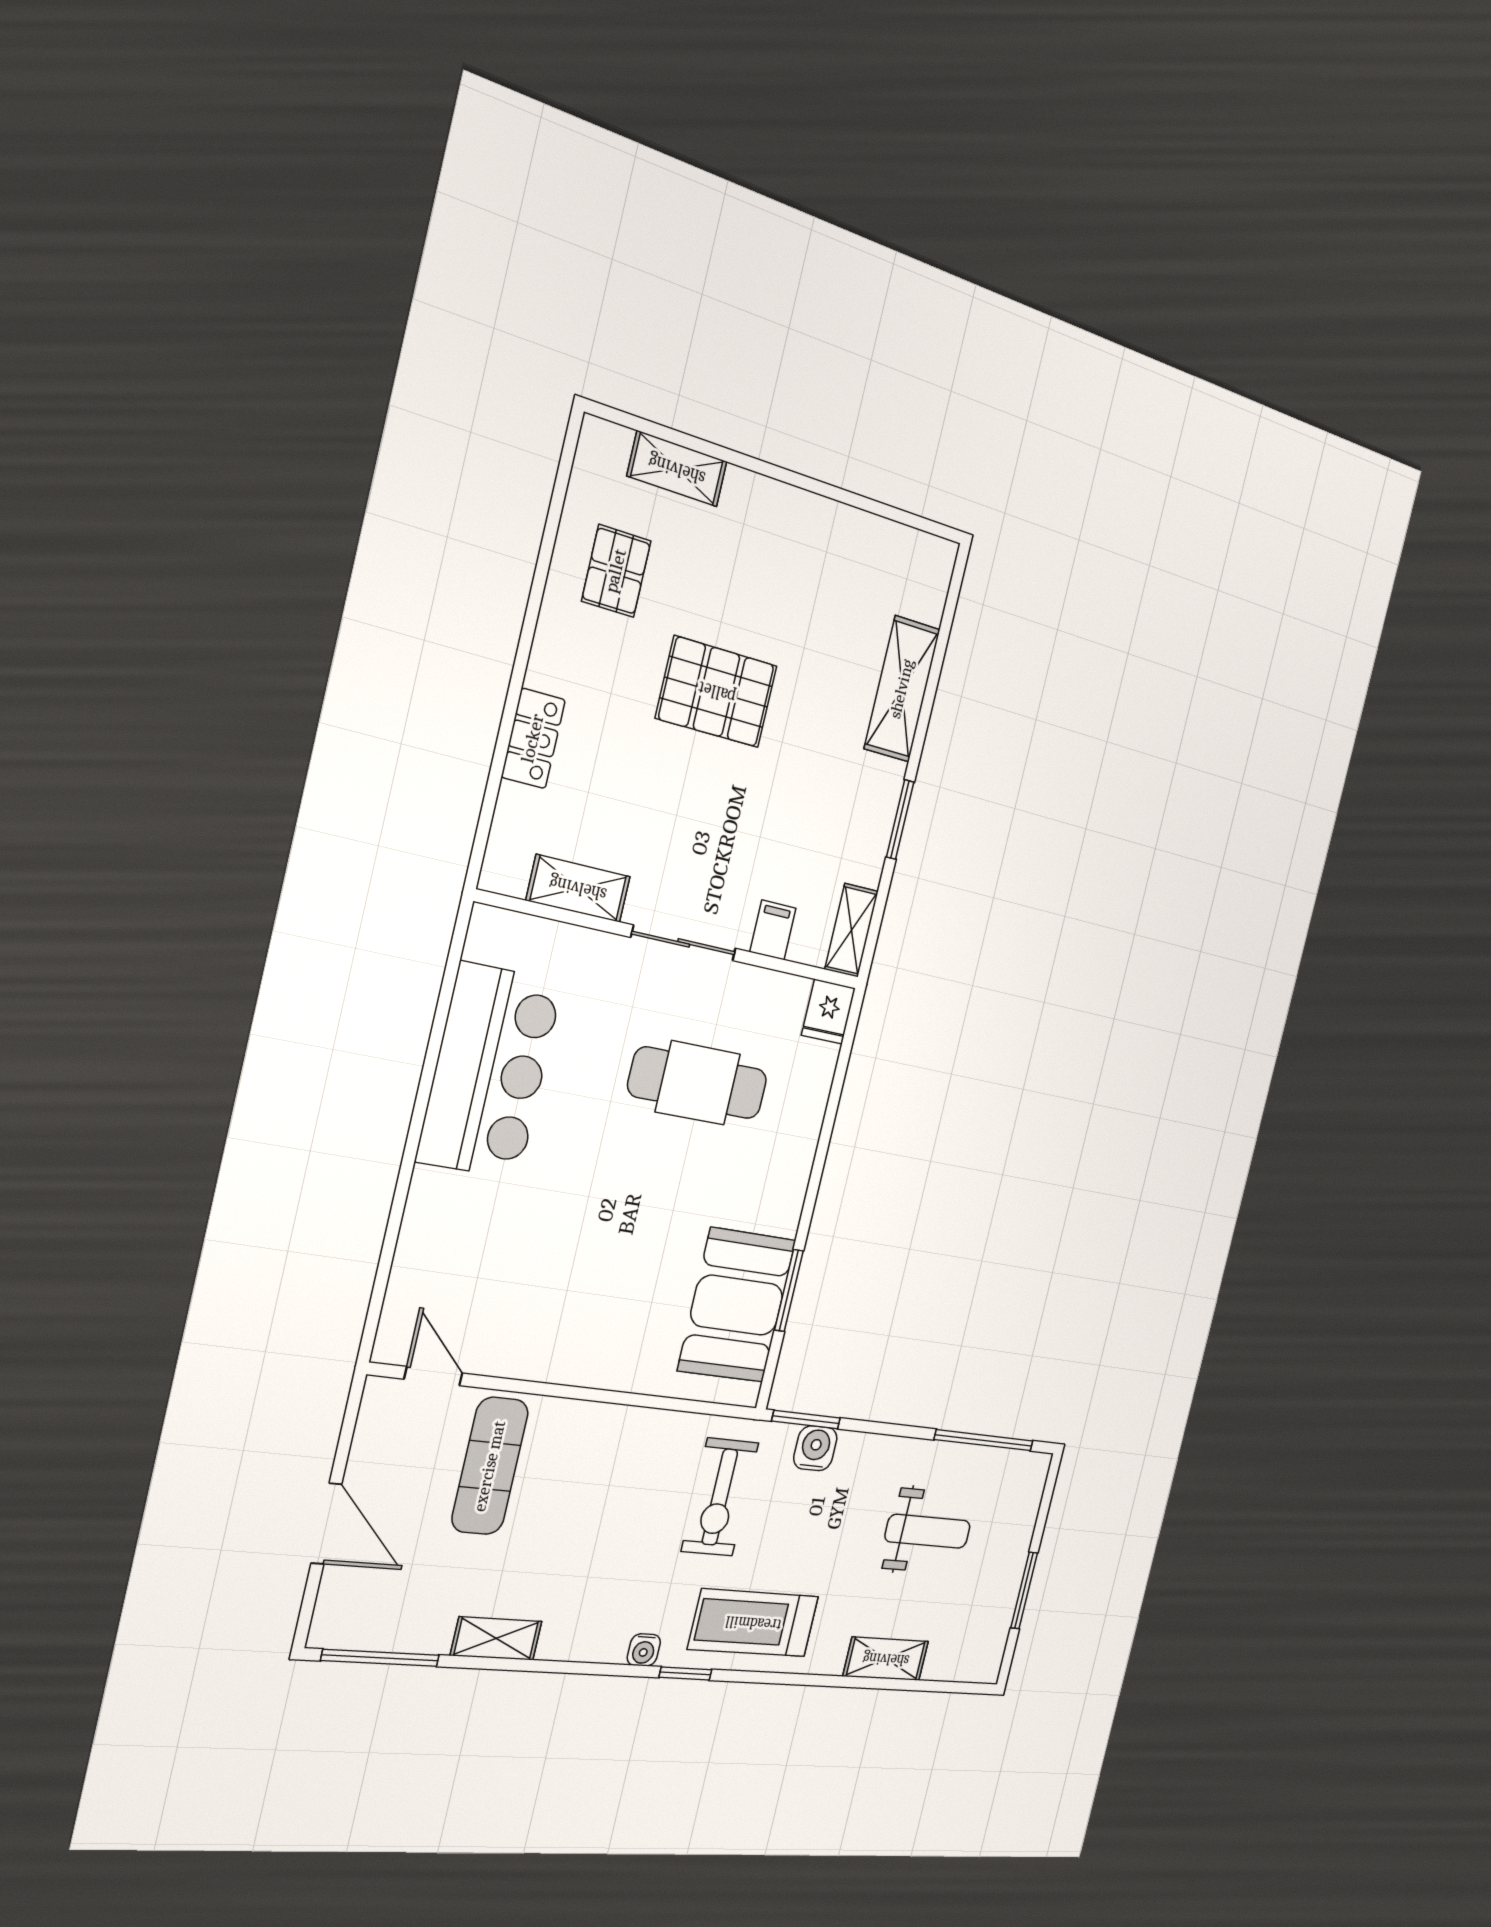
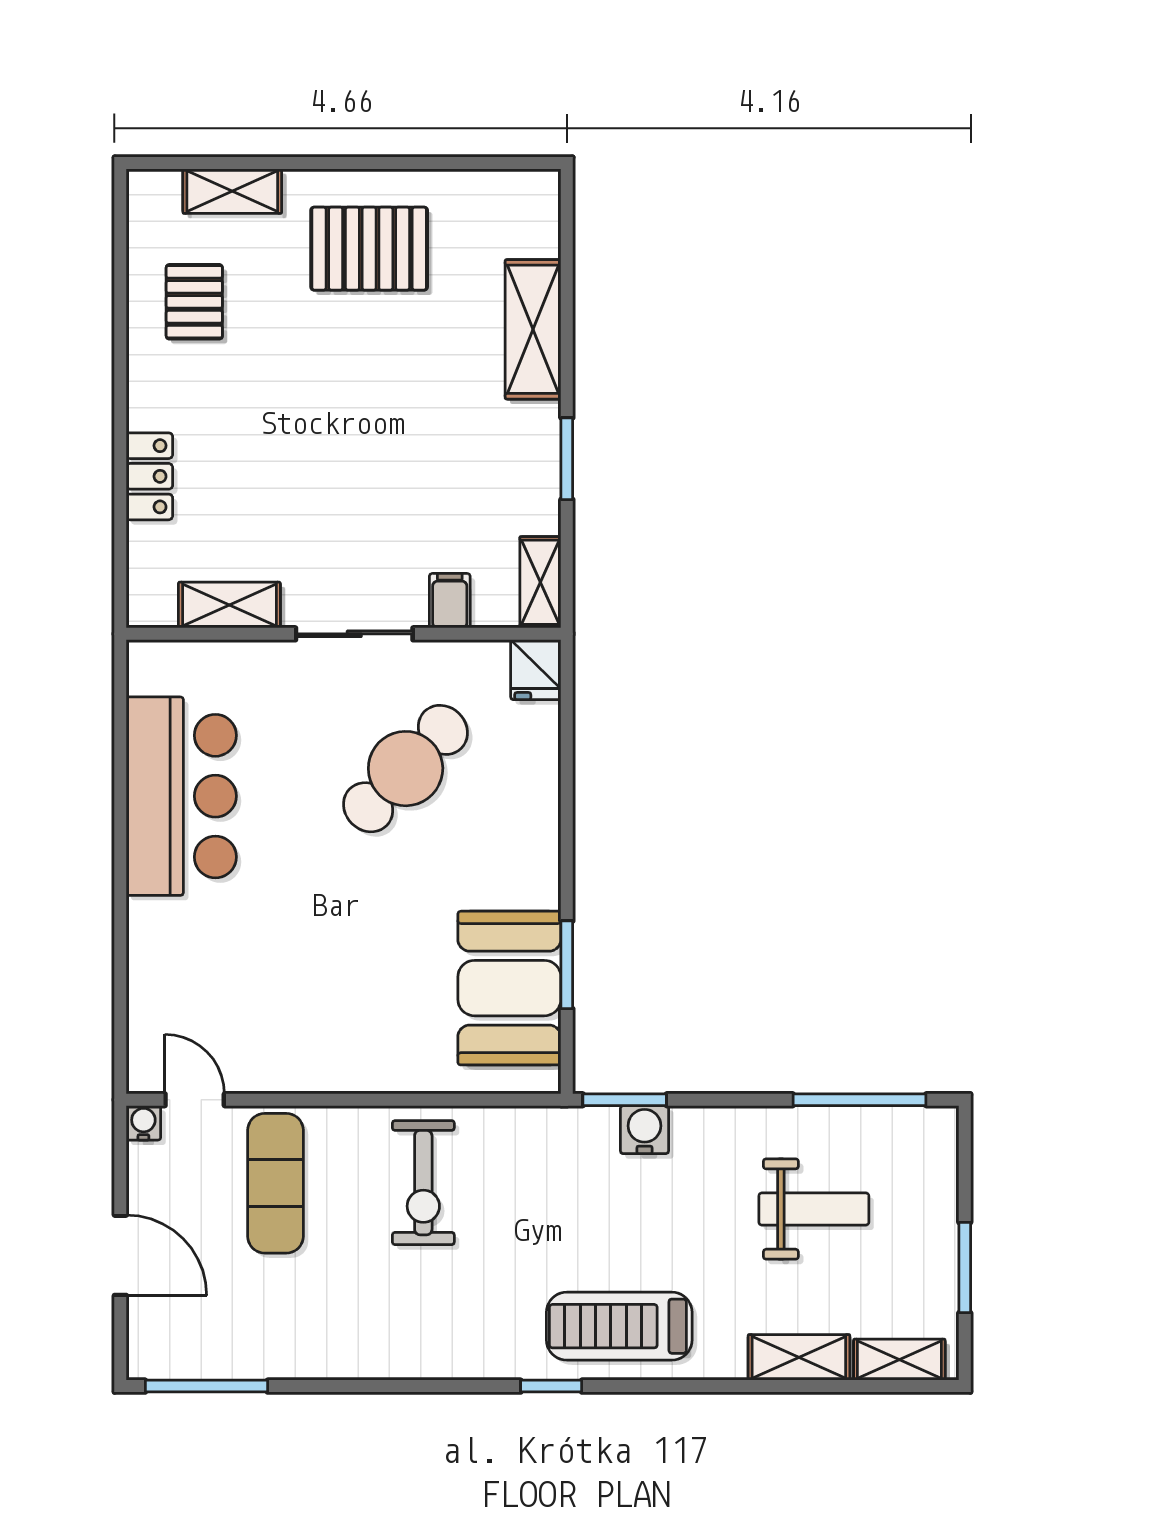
pallet: (717, 692) -> (369, 249), moved
cafe table: (698, 1083) -> (406, 769), turned -46
exercise bike: (720, 1497) -> (423, 1183), moved
shelving: (496, 1638) -> (899, 1360), moved
water cooler: (644, 1650) -> (143, 1123), moved, turned 180

